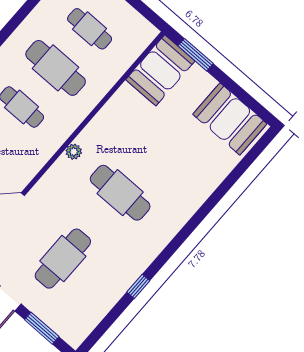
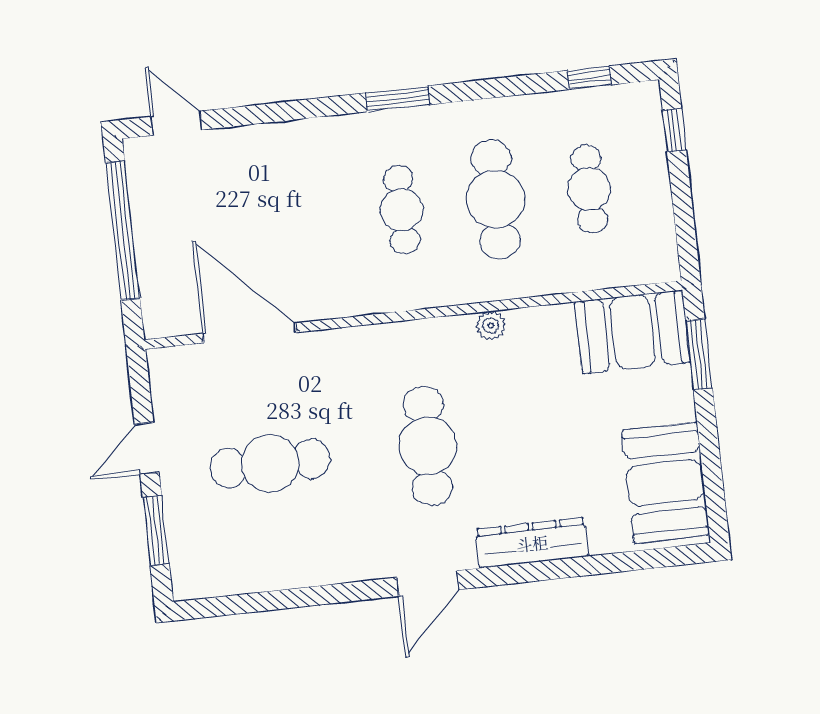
plant: (74, 152) -> (491, 326), moved
dresser: (198, 193) -> (532, 543), added
door: (171, 248) -> (428, 583), added
window: (138, 286) -> (336, 594), removed

